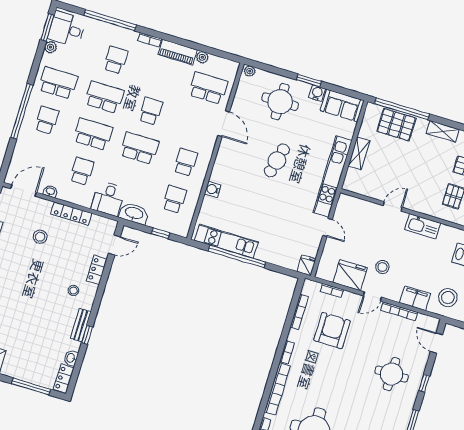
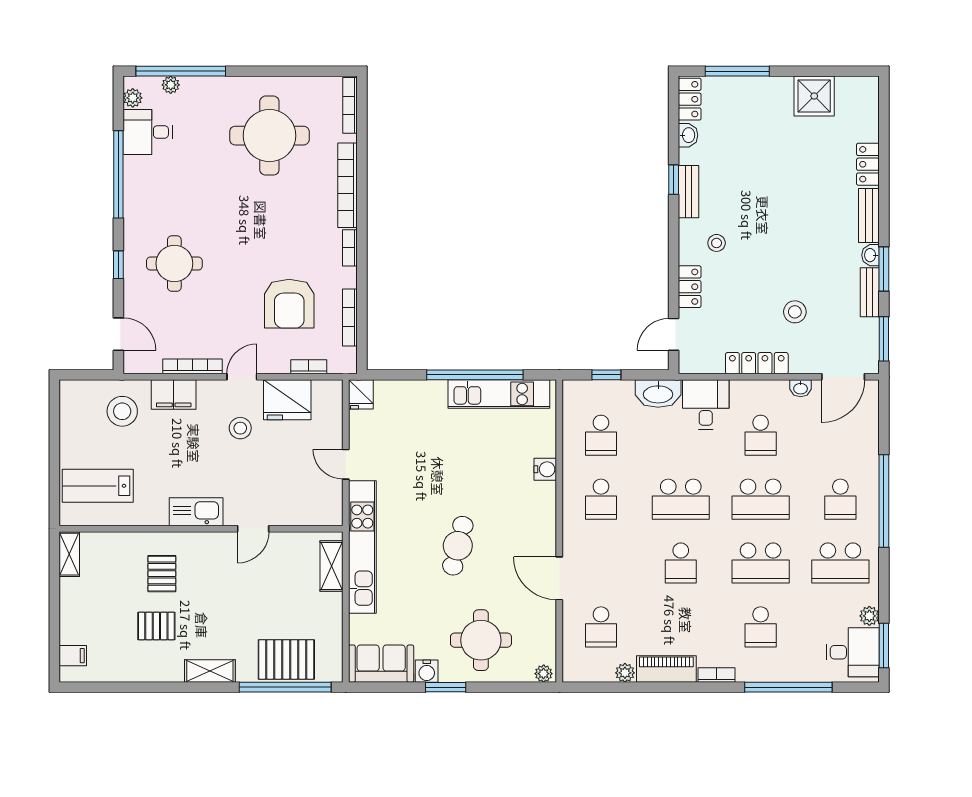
school desk: (208, 88) -> (601, 627), width x0.54
shelving: (359, 153) -> (332, 566), moved

